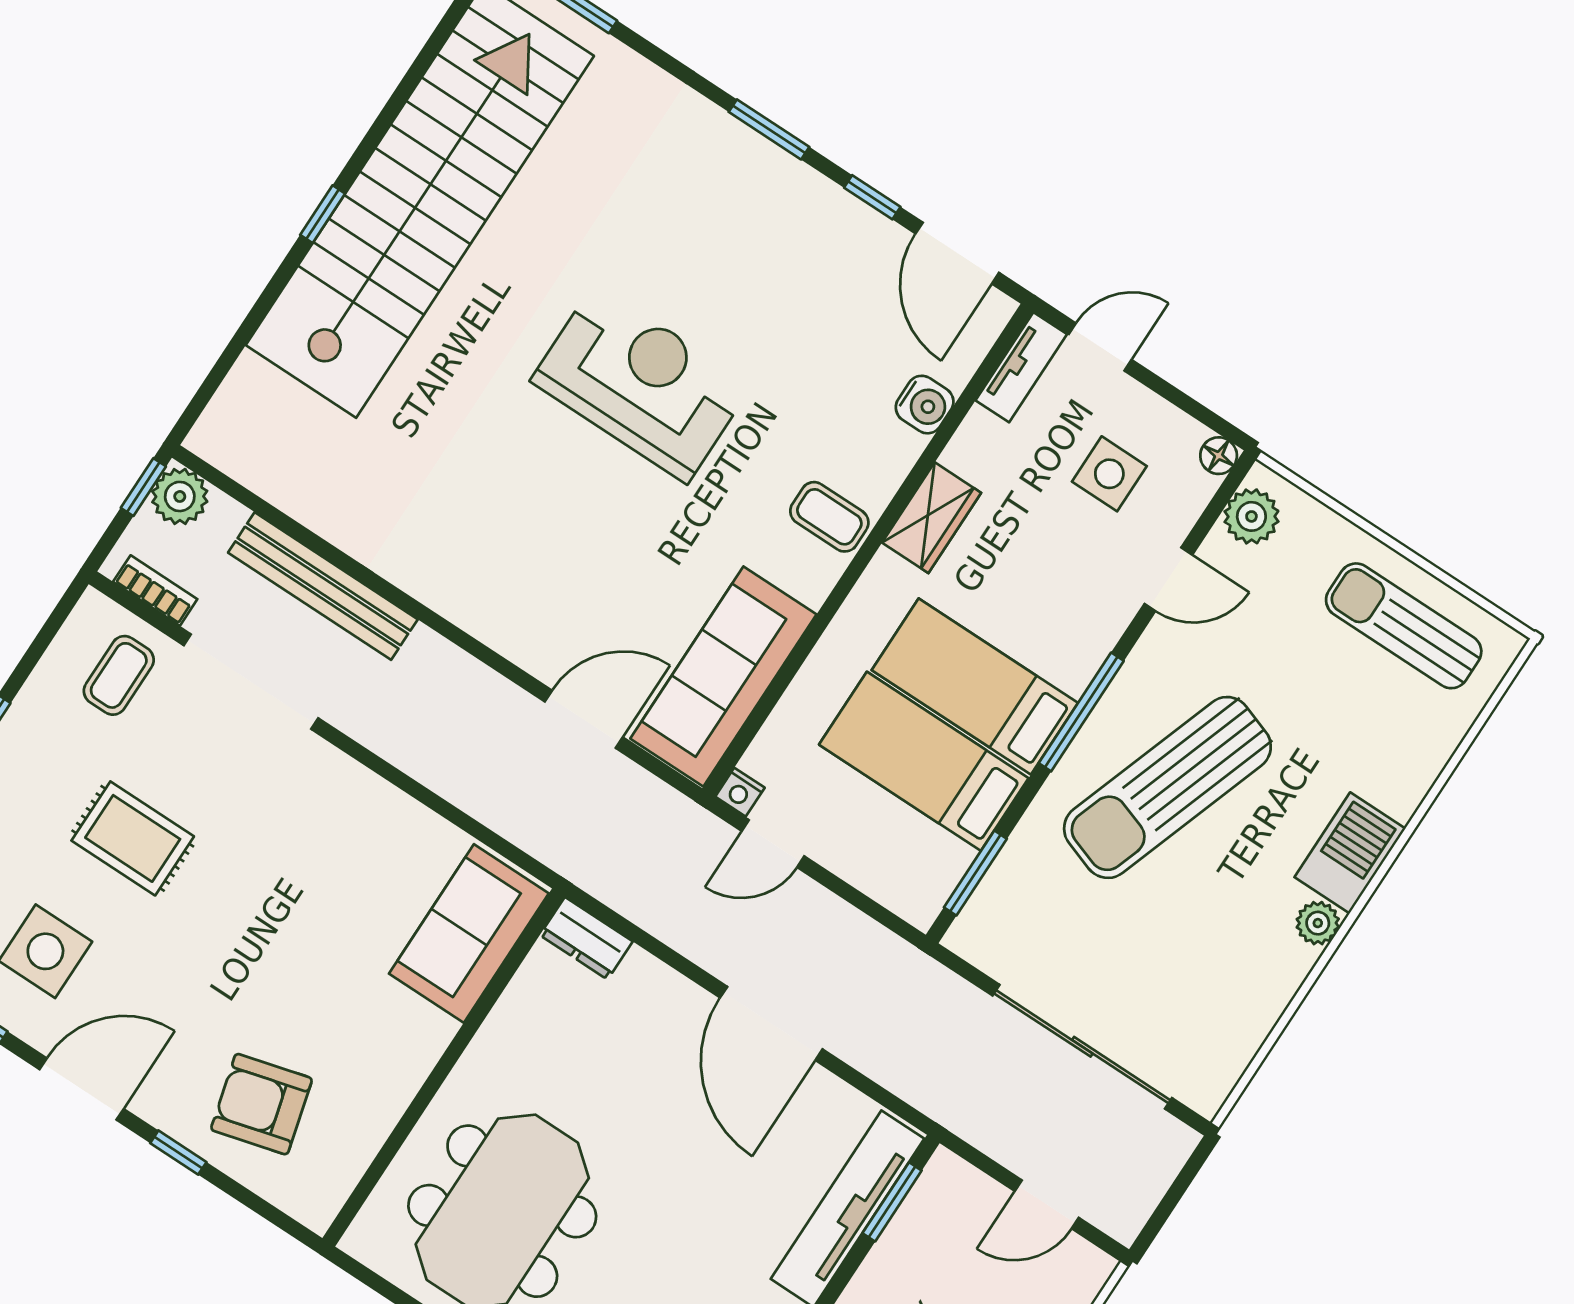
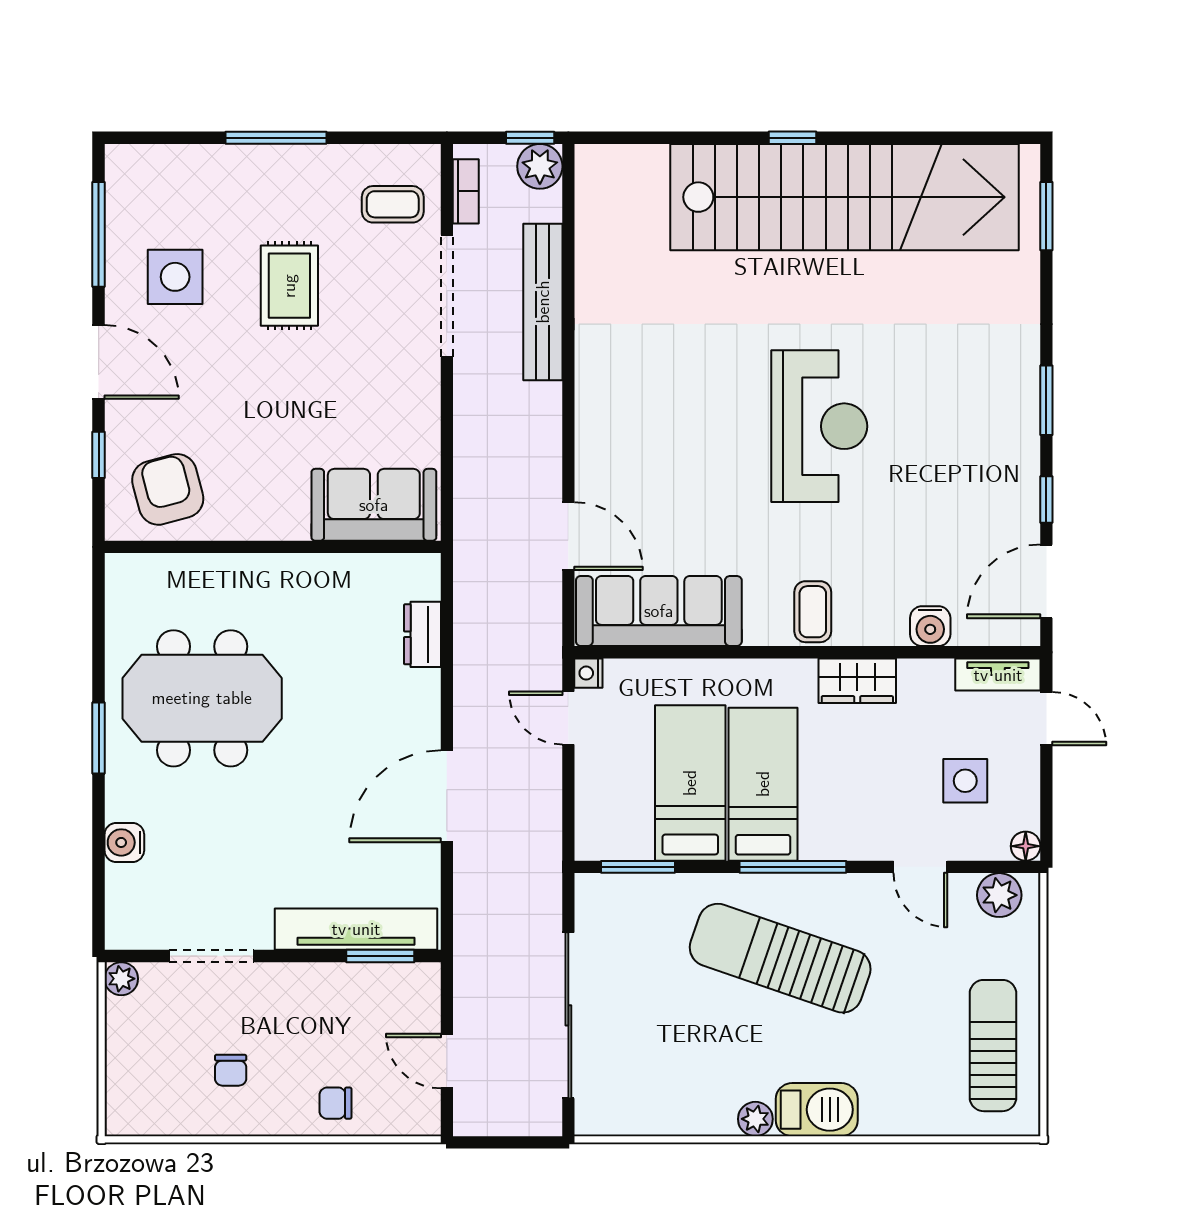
sofa: (469, 934) -> (374, 505), moved
wall: (444, 1067) -> (273, 547), moved

